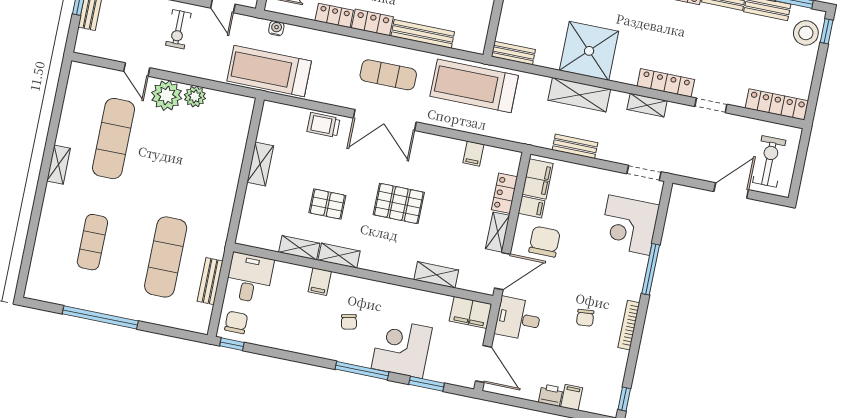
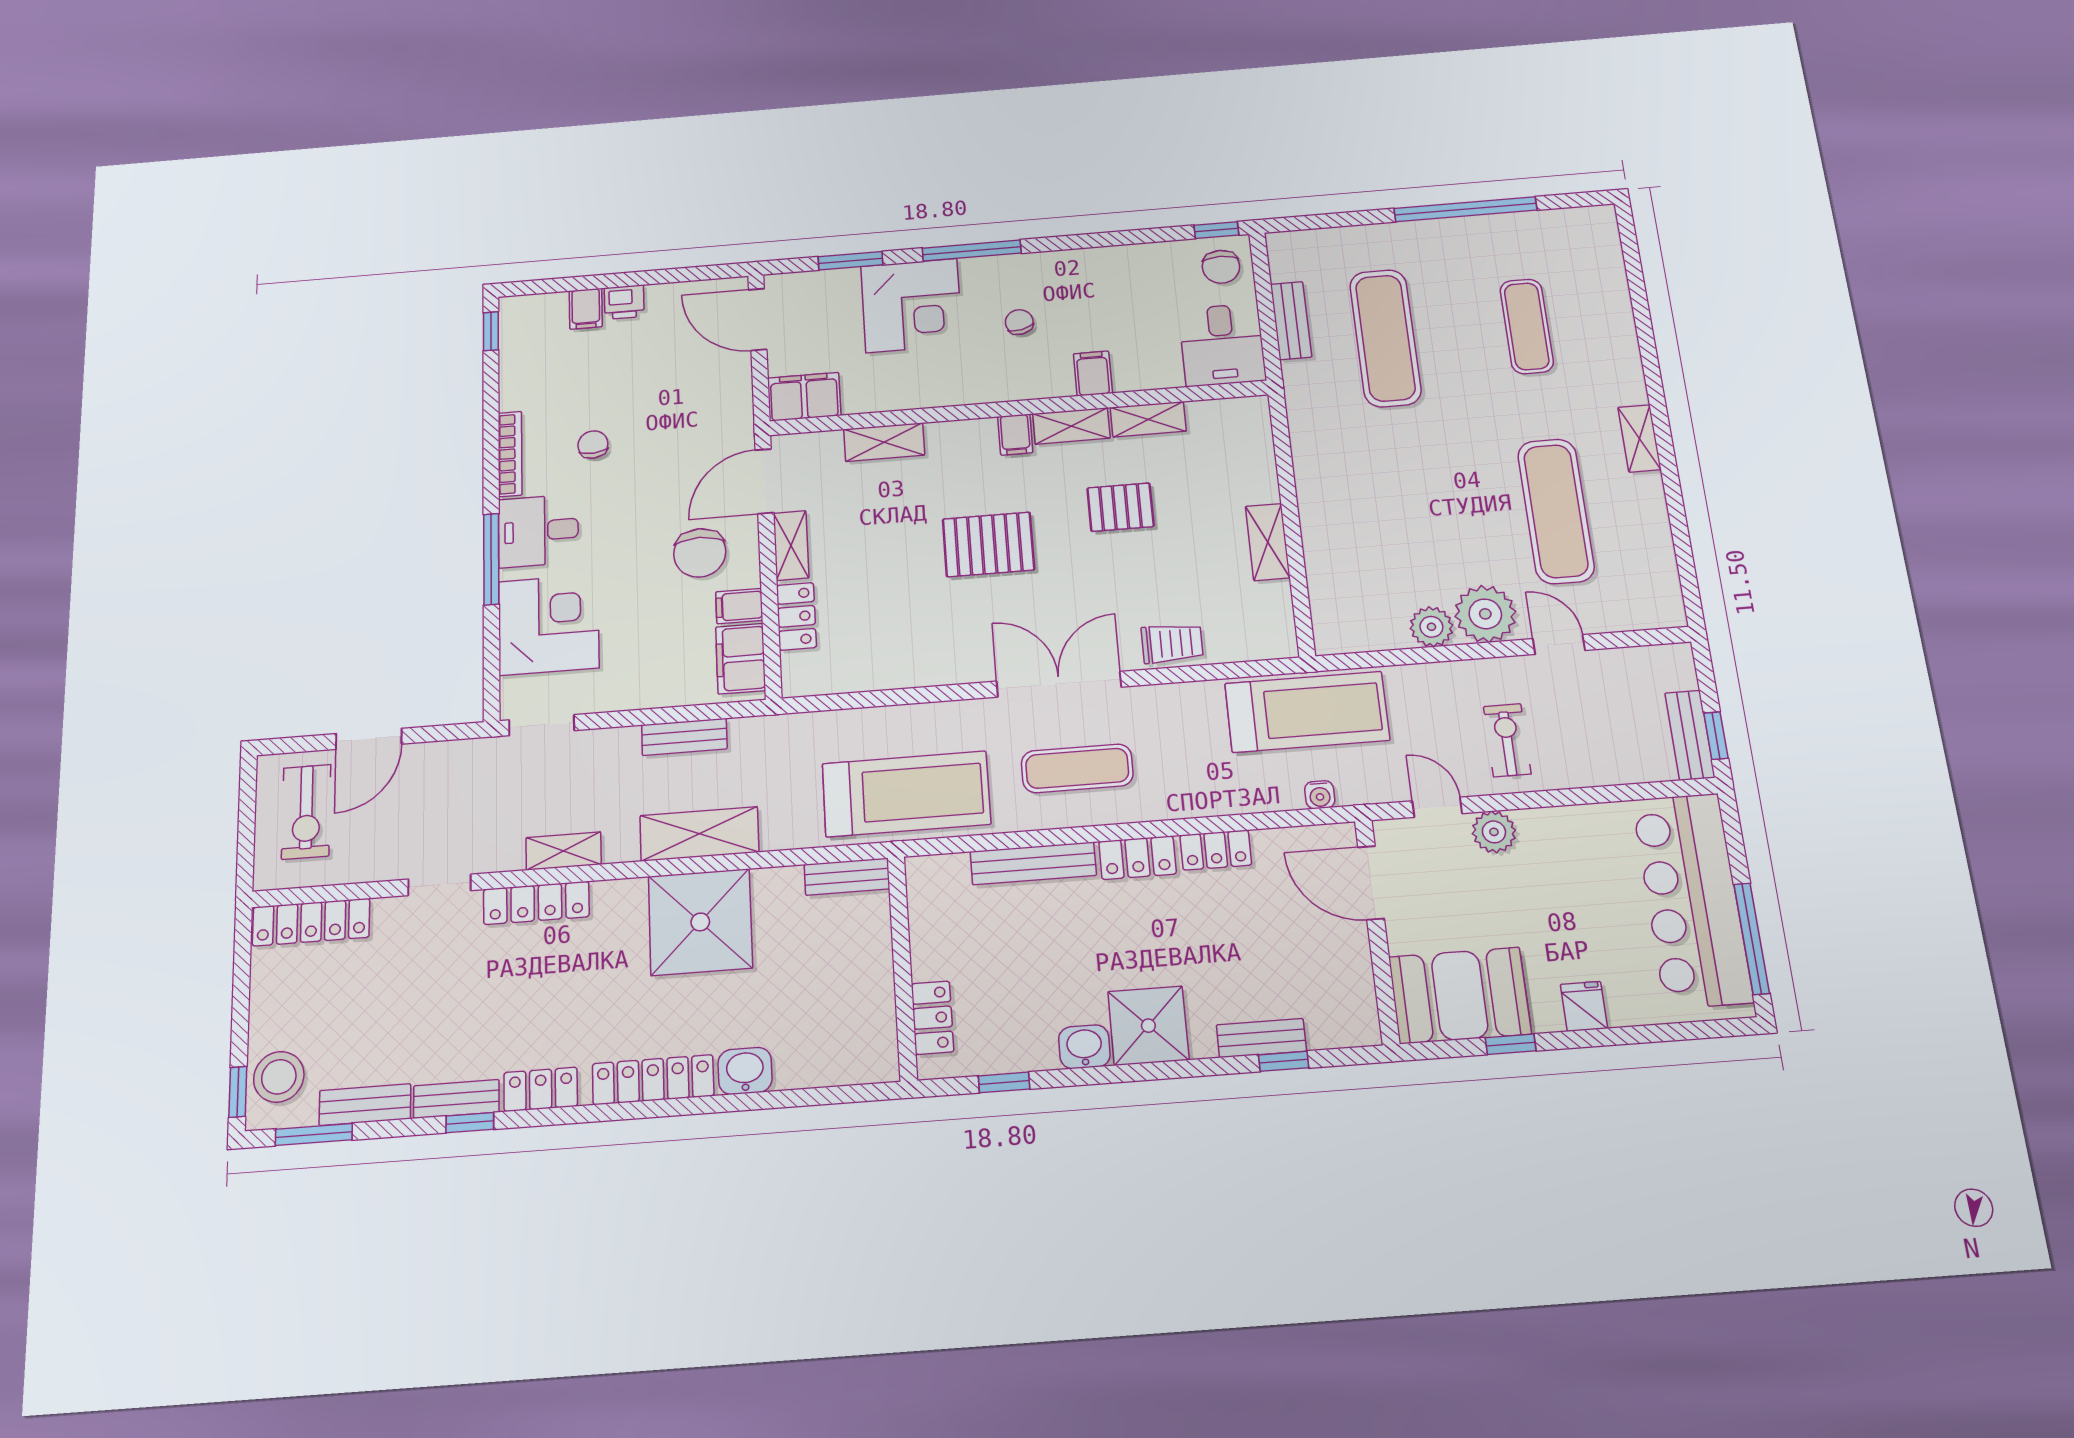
filing cabinet: (473, 154) -> (1015, 435), moved, turned 180
desk: (518, 319) -> (538, 531), moved, turned 180

